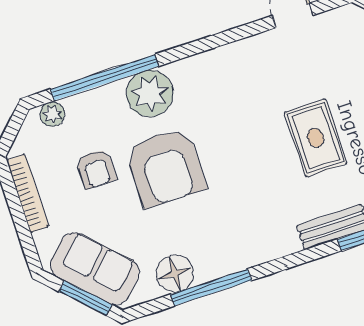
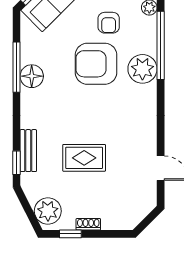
armchair: (96, 169) -> (109, 23), turned -90
floor lamp: (175, 273) -> (32, 76), moved

